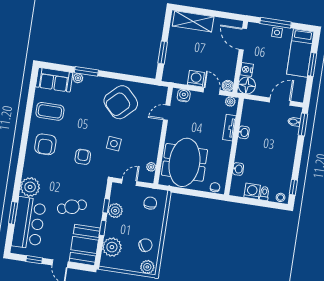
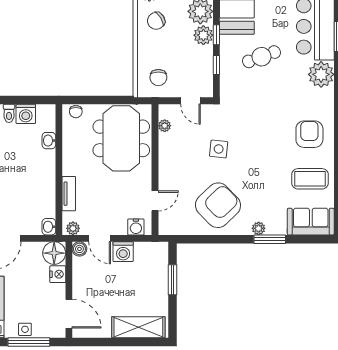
plant: (78, 78) -> (259, 228), moved
washbasin: (244, 132) -> (49, 227), moved
armchair: (83, 157) -> (257, 125), removed
door: (129, 182) -> (190, 101), hinge flipped
plant: (115, 211) -> (203, 35), moved

